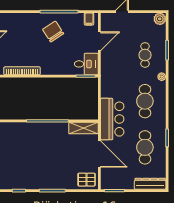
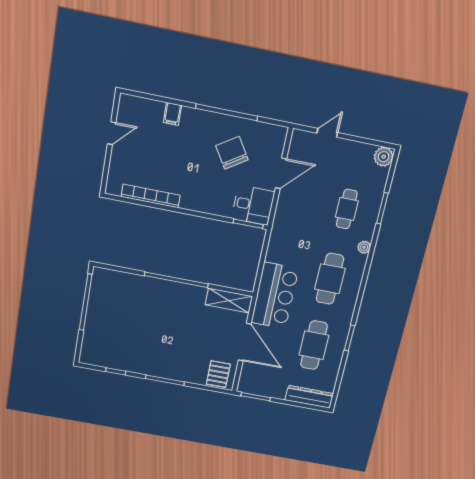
filing cabinet: (89, 19) -> (172, 114), moved
chair: (53, 32) -> (232, 153), moved
pallet: (87, 180) -> (218, 374), turned 90

